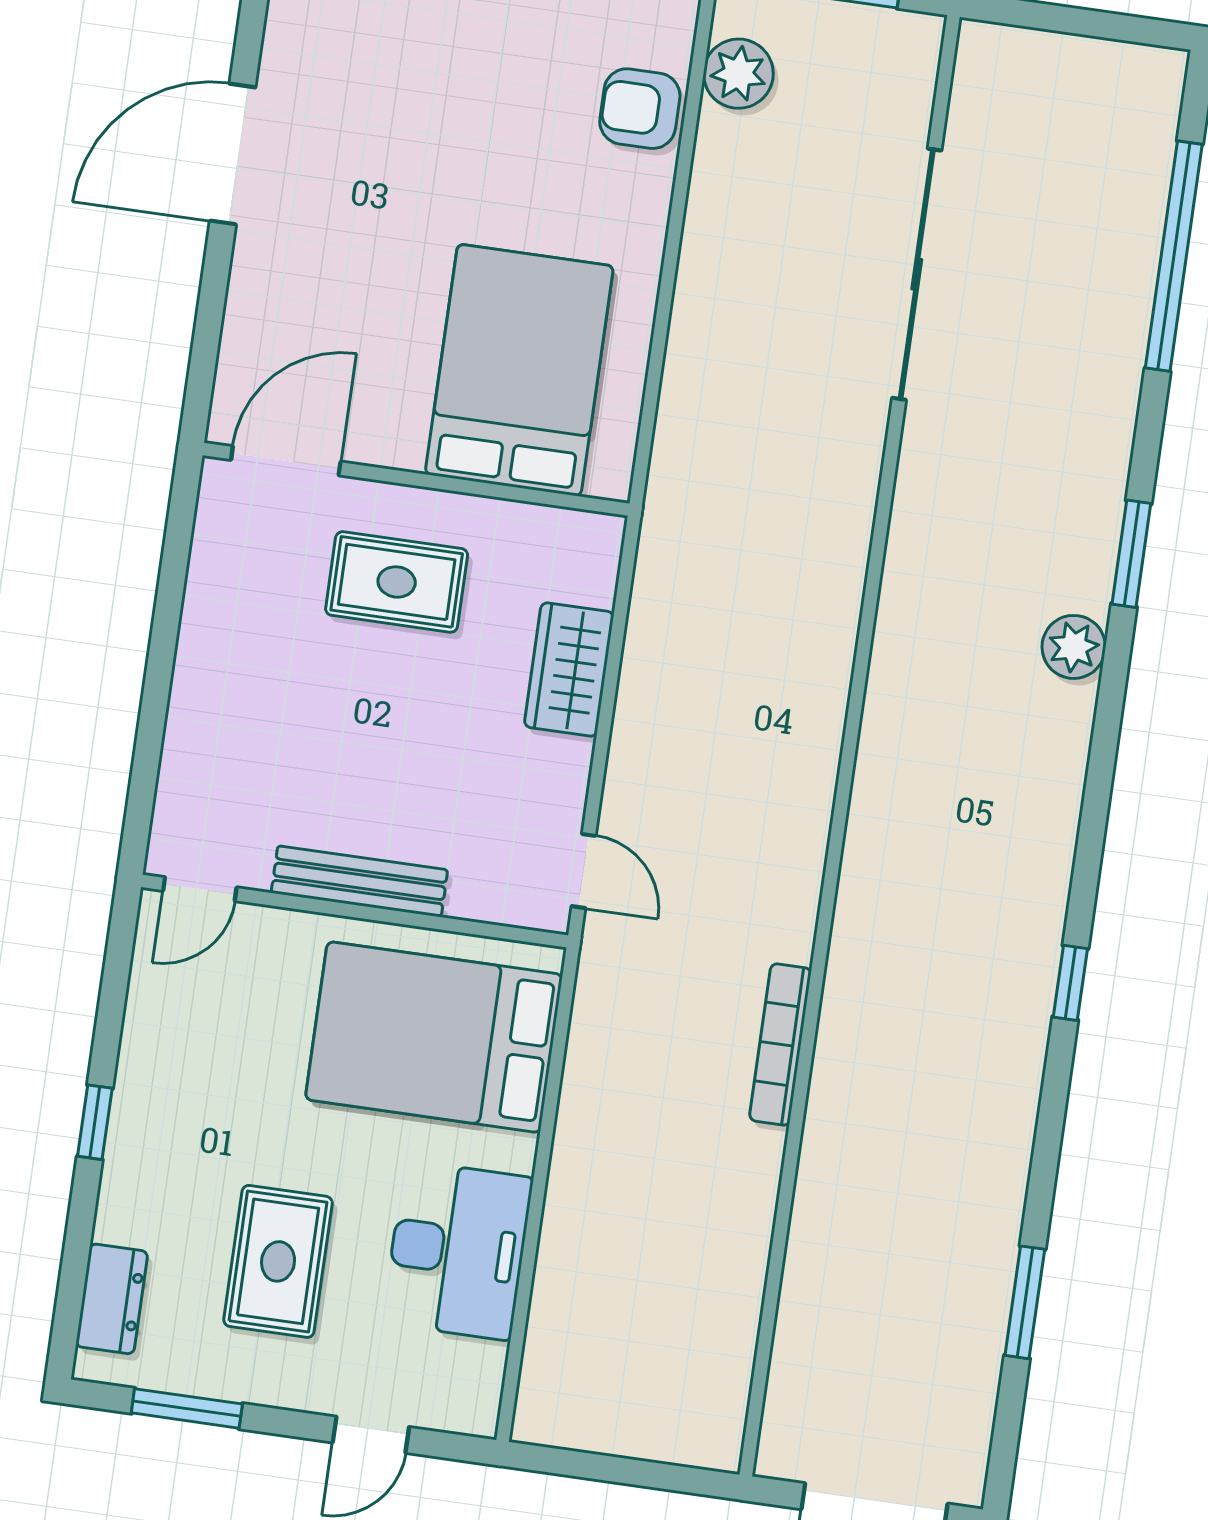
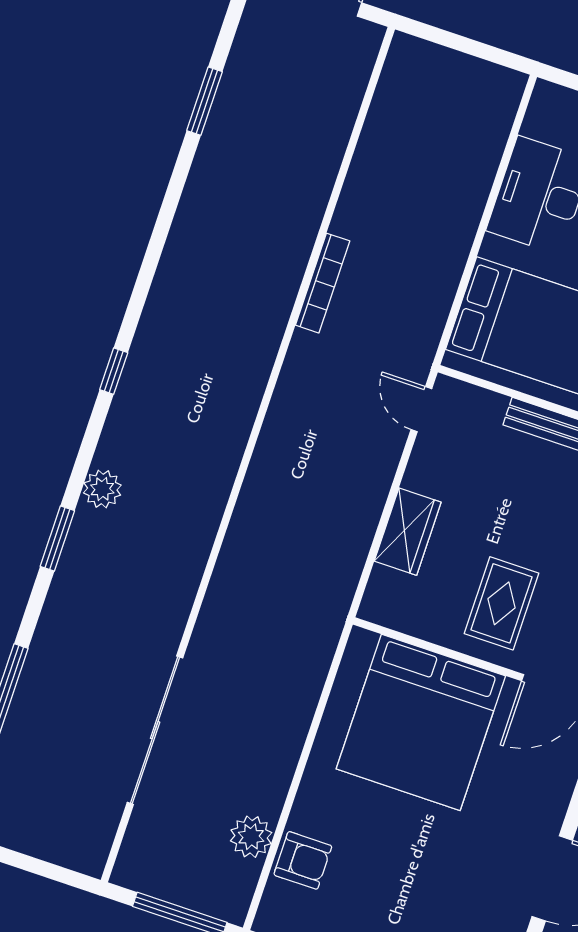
plant: (738, 74) -> (251, 837), moved
bed: (519, 370) -> (421, 722), width x1.36
rug: (397, 582) -> (502, 603), turned 90
window: (1070, 983) -> (114, 371), moved

